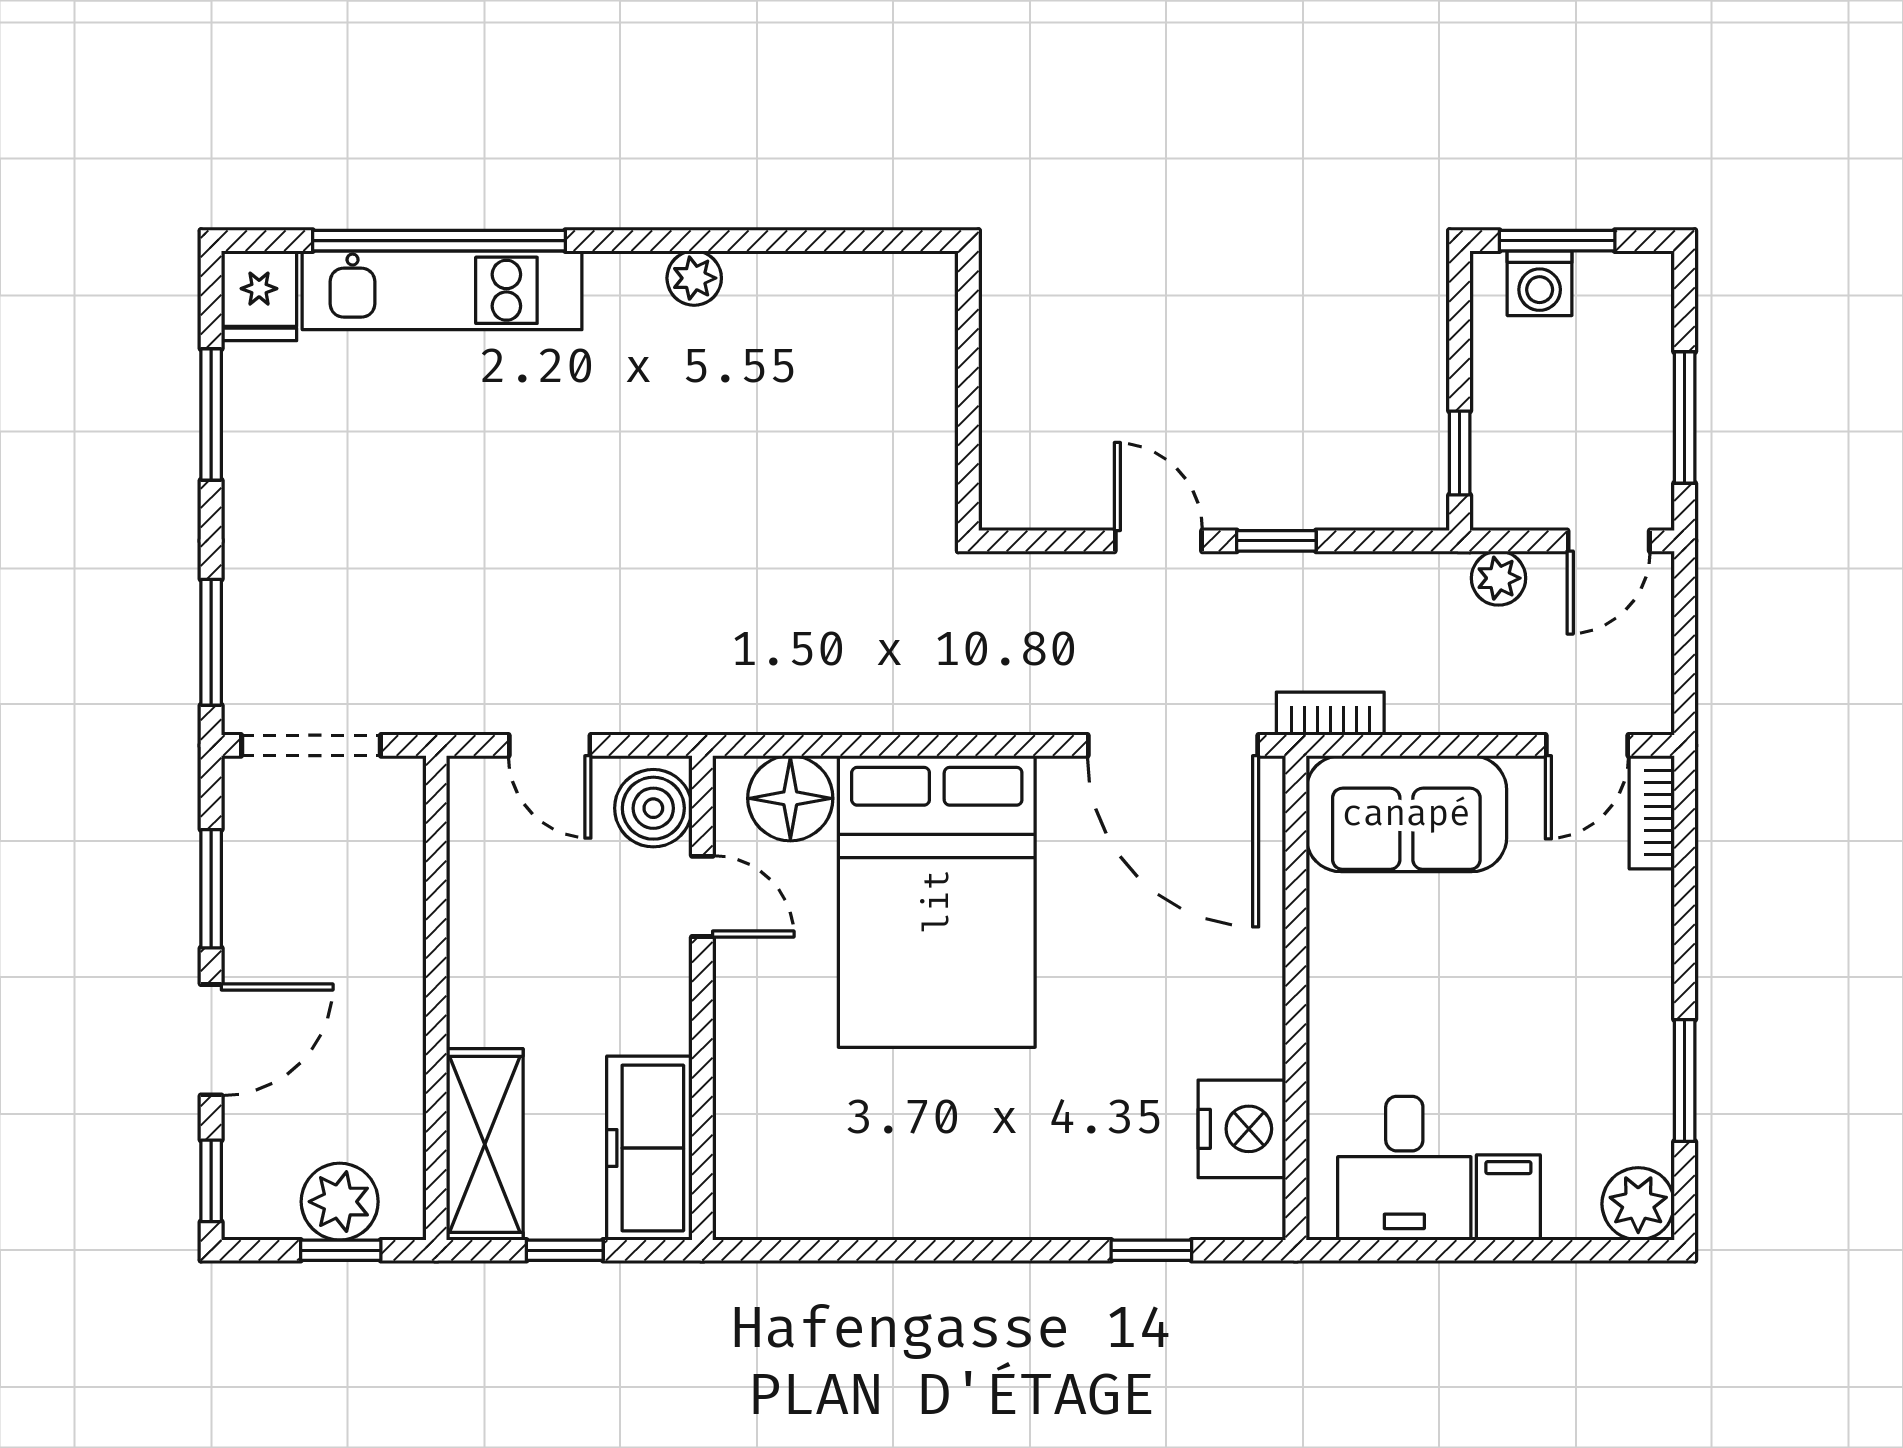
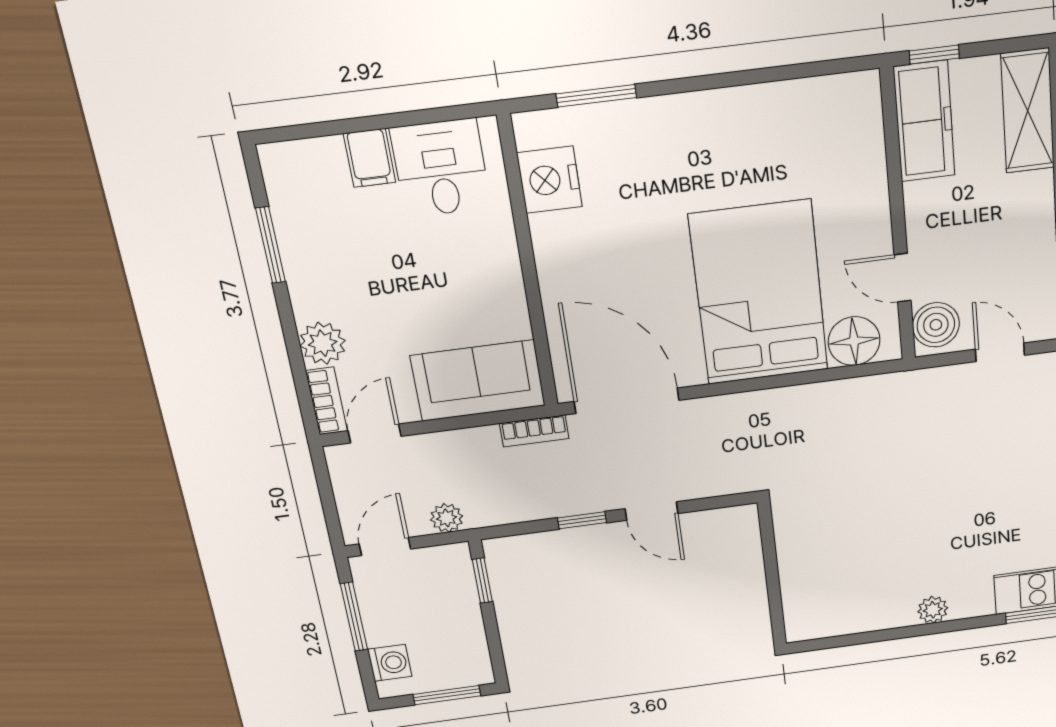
washing machine: (1540, 283) -> (390, 663), moved, turned 90
plant: (1638, 1204) -> (323, 343), moved
window: (565, 1250) -> (934, 55), moved
window: (1151, 1250) -> (596, 96), width x1.50

